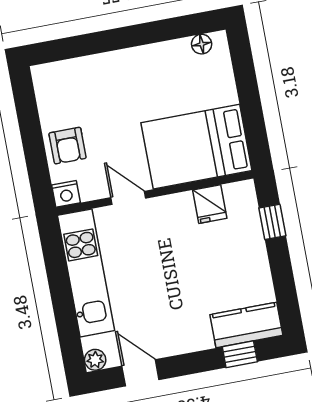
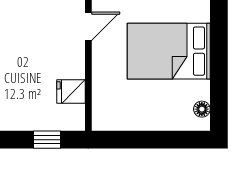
bed: (196, 147) -> (169, 51), moved, turned -90

